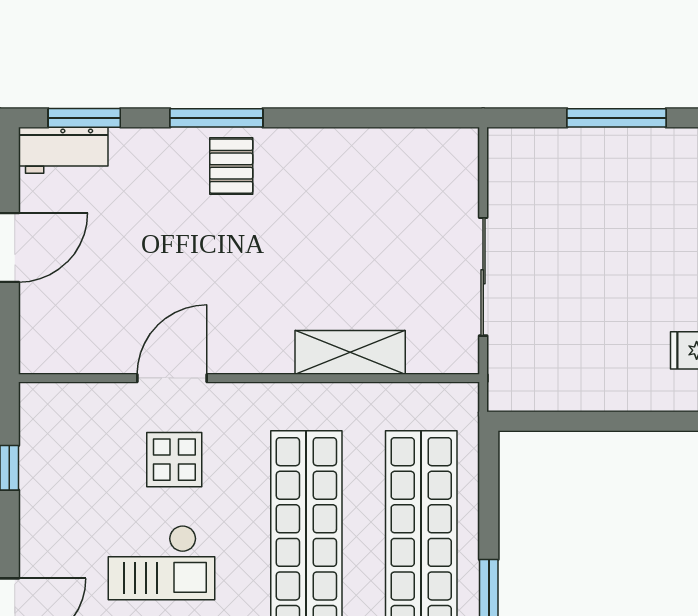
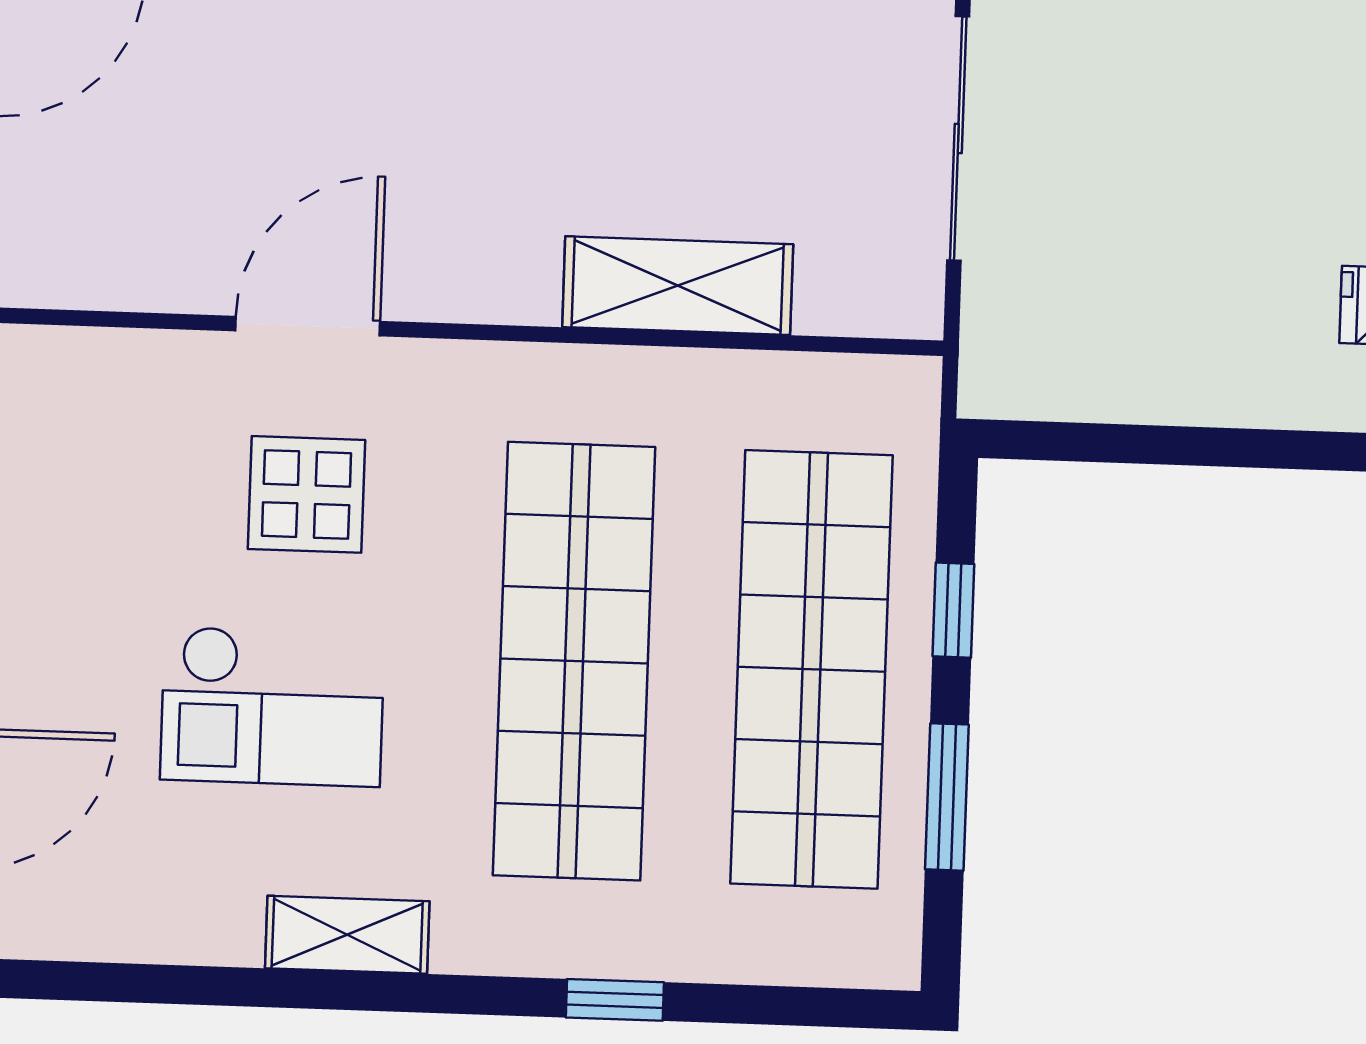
window: (489, 505) -> (953, 610), added

